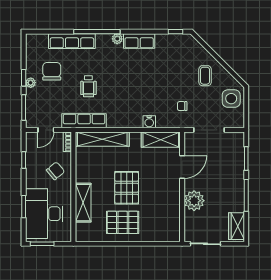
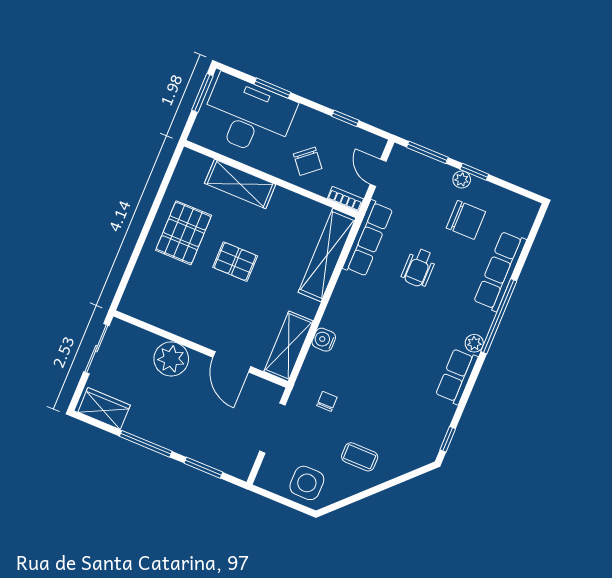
wheelchair: (88, 86) -> (419, 268), turned -90
pallet: (127, 188) -> (235, 262), width x0.67, depth x0.71

